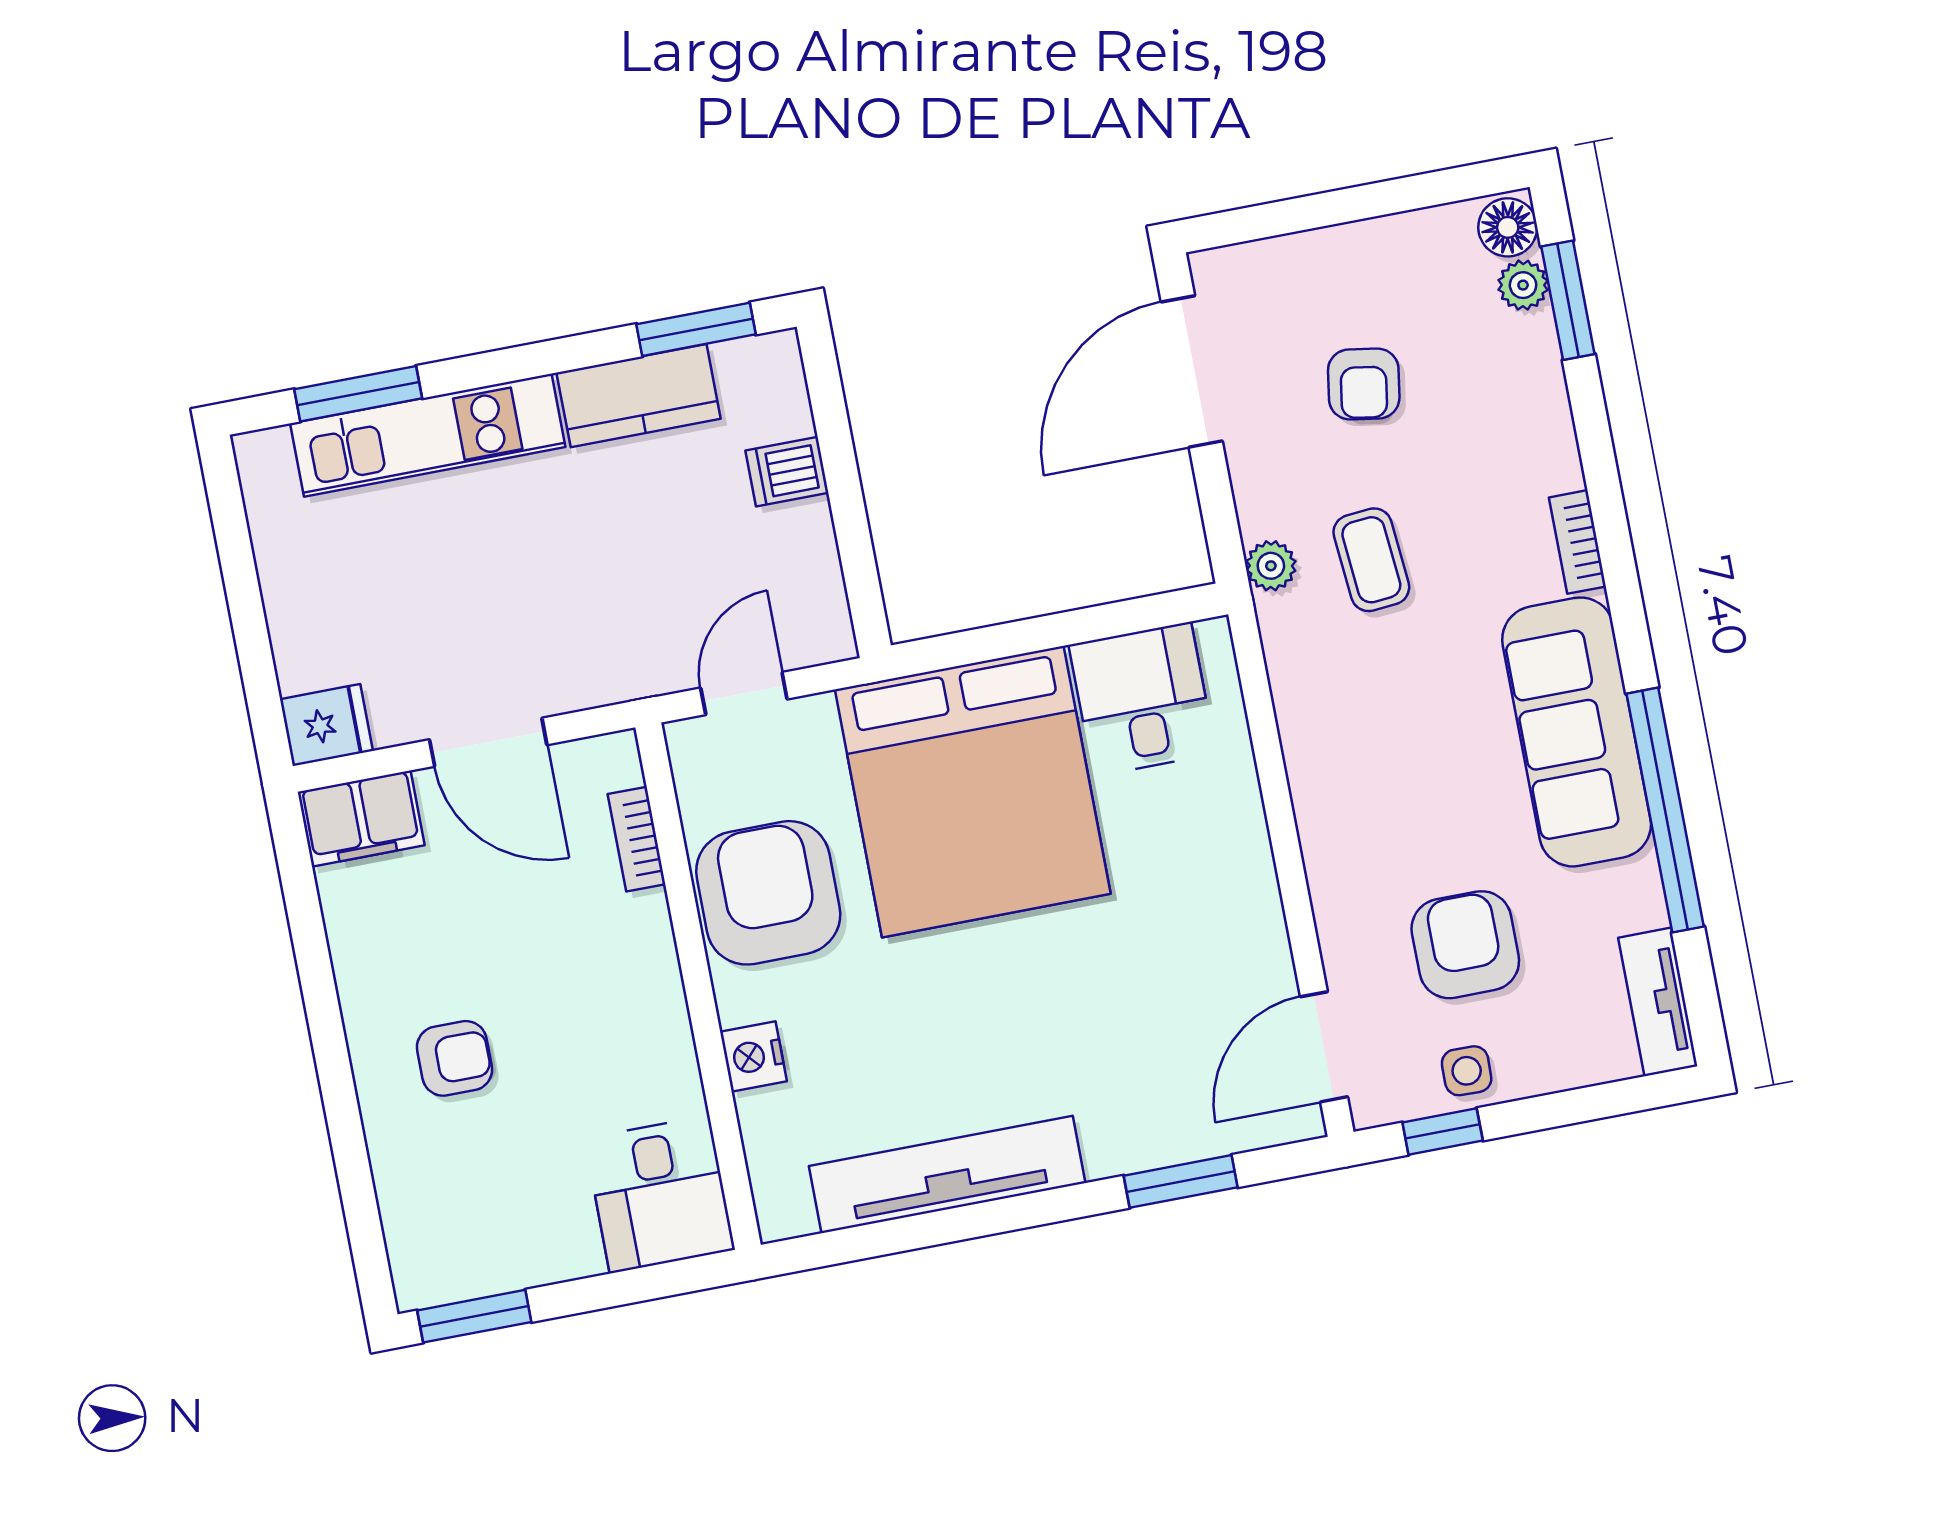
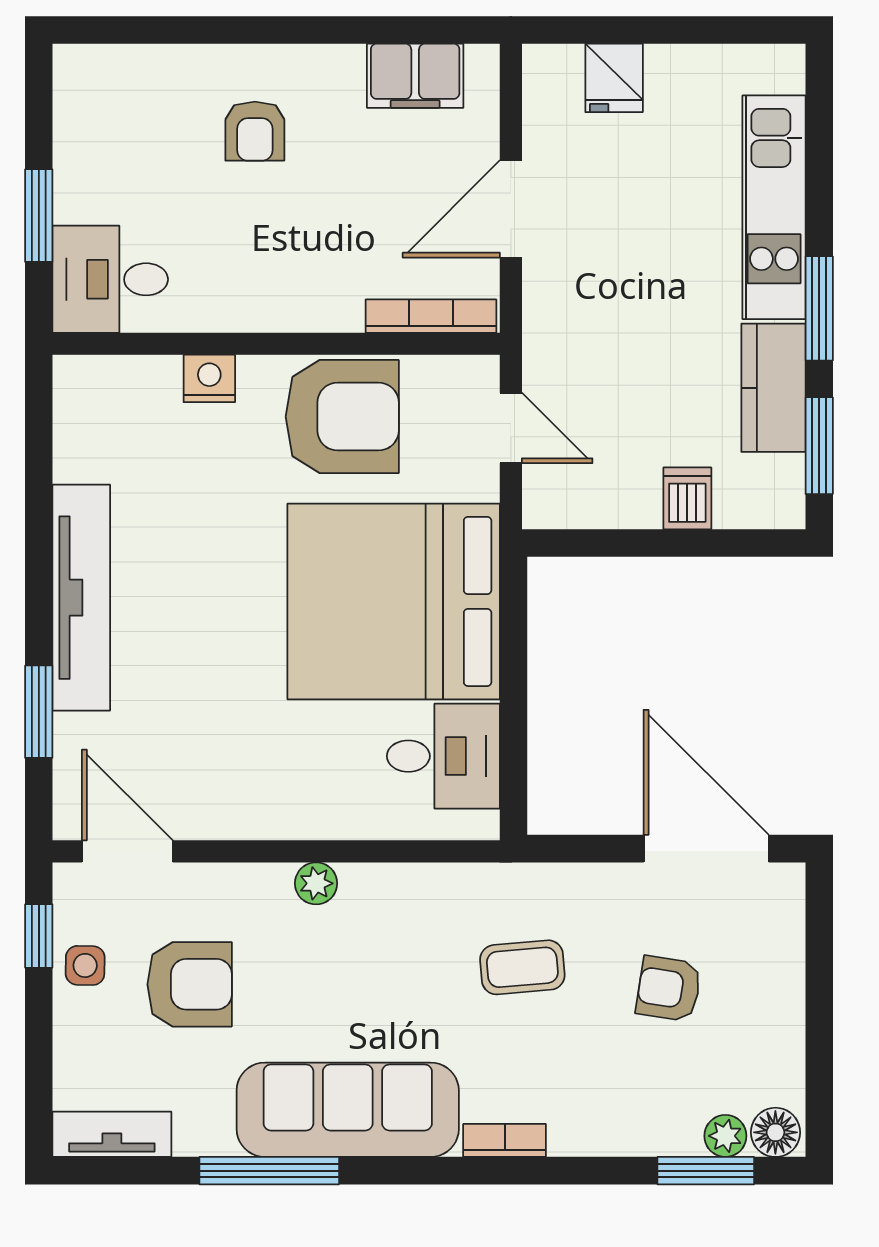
window: (358, 394) -> (819, 308), moved
plant: (1271, 566) -> (316, 883), moved
fridge: (326, 725) -> (614, 78), moved
window: (1665, 810) -> (269, 1171), width x0.68
filing cabinet: (361, 819) -> (415, 76), moved, turned -90
bookcase: (637, 839) -> (431, 316), width x1.56
tv unit: (947, 1175) -> (81, 598), moved
window: (474, 1316) -> (39, 216), moved

